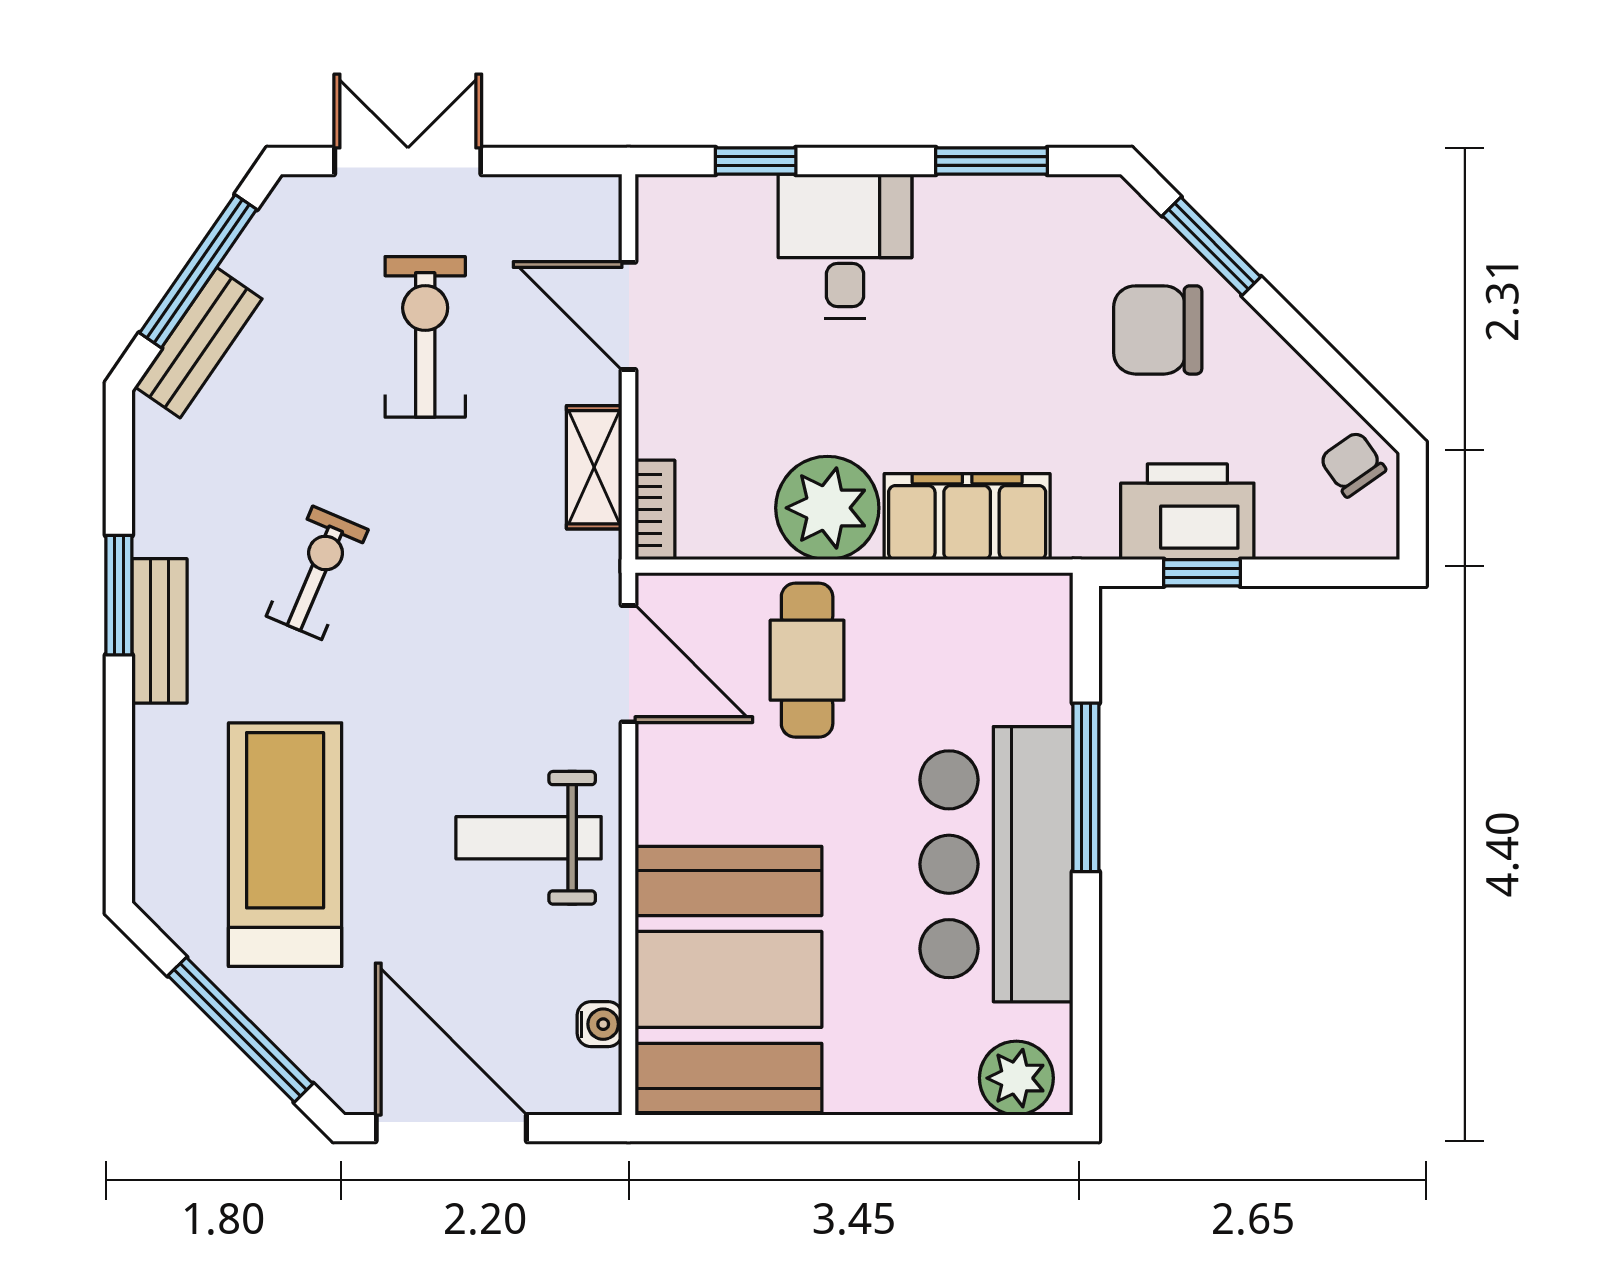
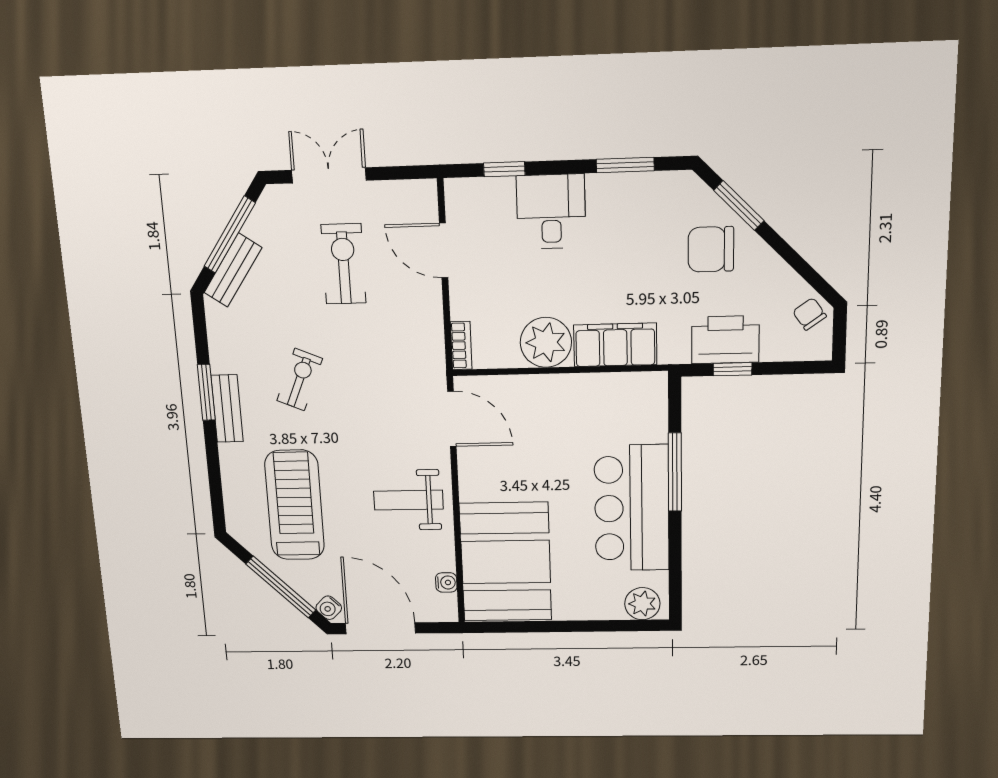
shelving: (594, 467) -> (430, 326), removed
cafe table: (807, 660) -> (538, 415), removed
water cooler: (341, 1079) -> (329, 608), added

